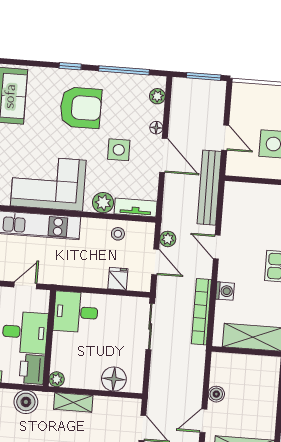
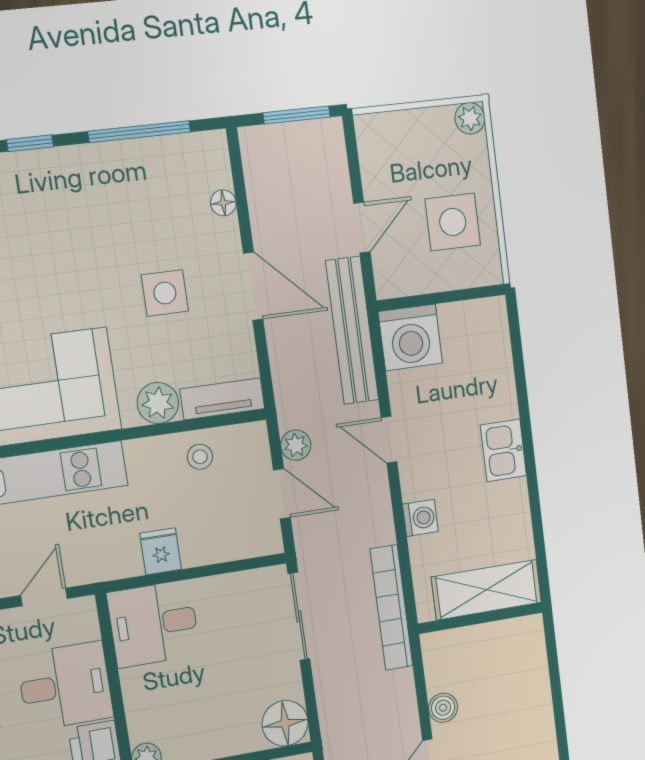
plant: (157, 96) -> (216, 171), removed
armchair: (81, 108) -> (71, 224), removed
floor lamp: (156, 128) -> (223, 203), moved
door: (225, 138) -> (362, 228), hinge flipped
washing machine: (239, 198) -> (410, 337), added
fridge: (118, 279) -> (161, 551), moved
bookcase: (201, 312) -> (391, 608), moved
floor lamp: (114, 379) -> (285, 723), moved

